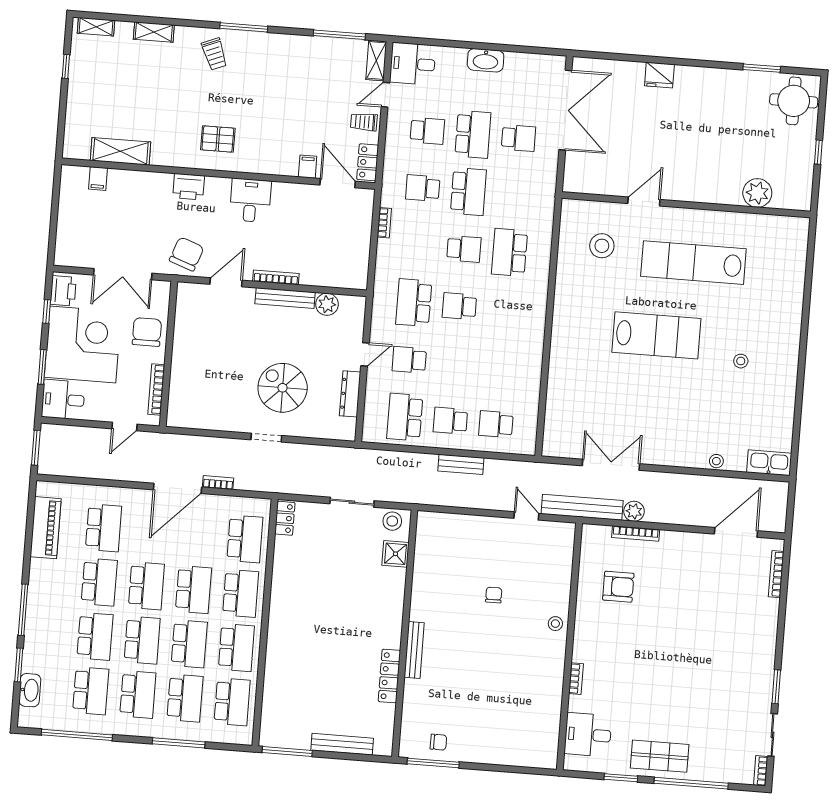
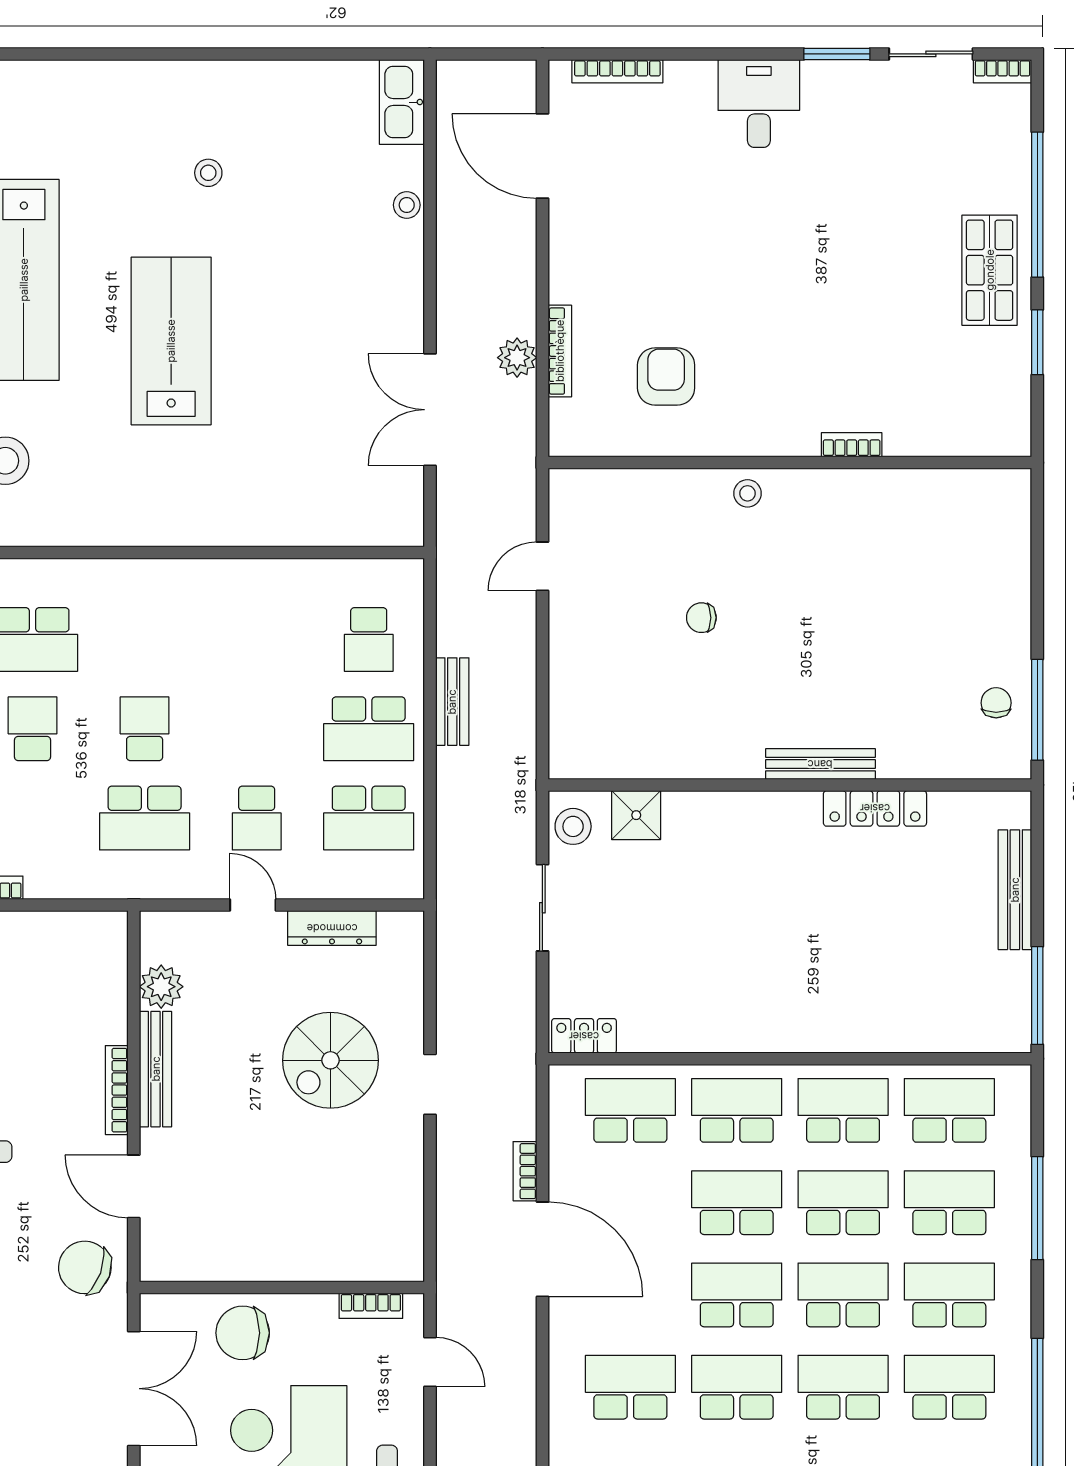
school desk: (459, 306) -> (145, 729), turned 180
bookcase: (156, 389) -> (371, 1306), width x0.64
school desk: (450, 421) -> (369, 729), width x1.85
bench: (582, 507) -> (517, 459), removed
desk: (588, 735) -> (759, 103), moved, turned 180

